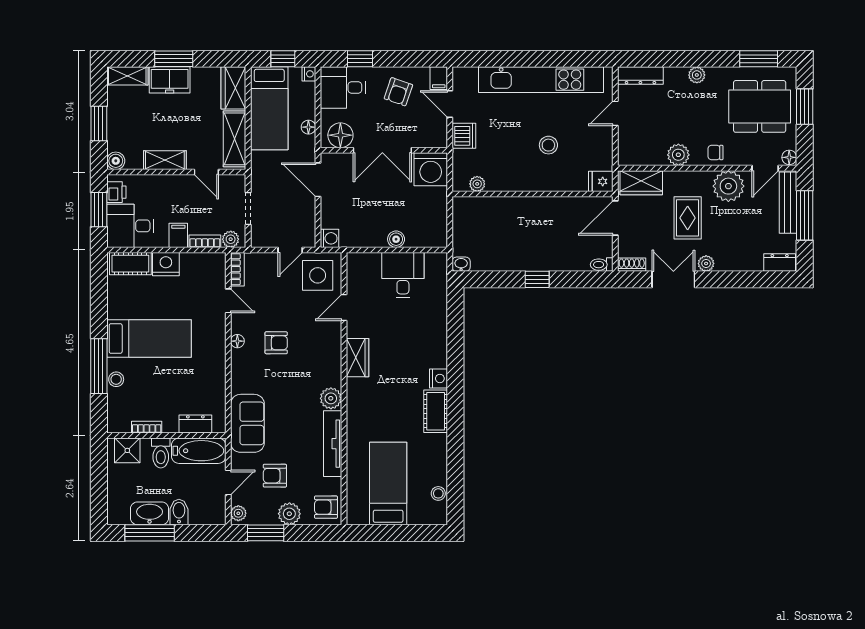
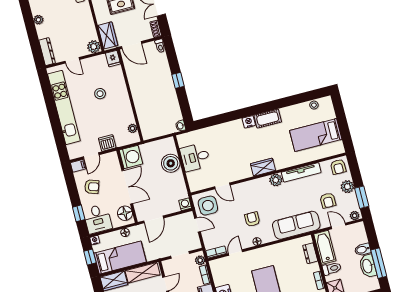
plant: (678, 155) -> (94, 47), moved
boiler: (396, 239) -> (171, 163), width x1.86, depth x1.86
wardrobe: (357, 358) -> (263, 167), moved
sofa: (247, 423) -> (296, 225), width x1.36

